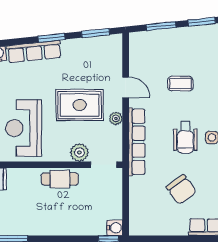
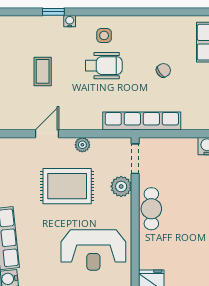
rug: (80, 105) -> (67, 186), turned 90
row of seats: (137, 142) -> (142, 121), moved
chair: (181, 190) -> (163, 70), width x0.54, depth x0.54

